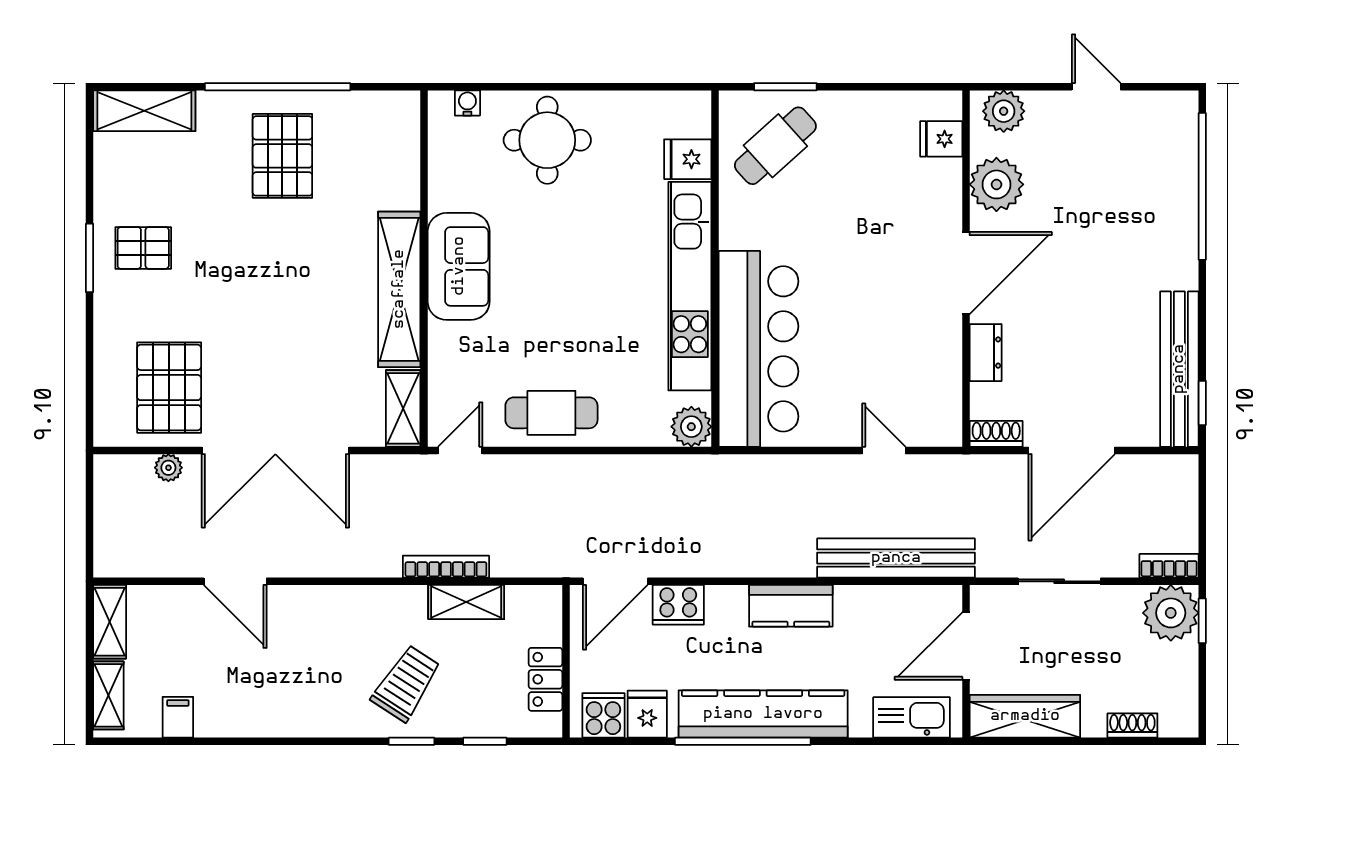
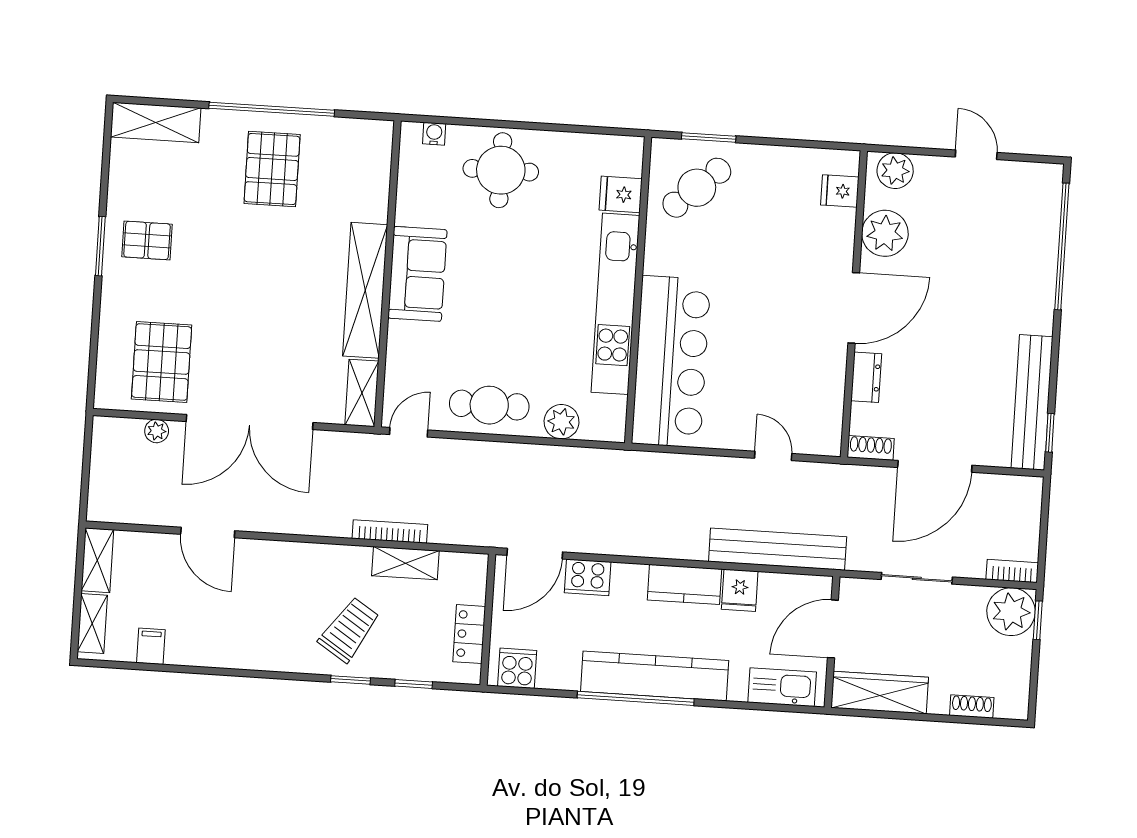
plant: (691, 427) -> (561, 422), moved
fridge: (647, 714) -> (740, 590), moved, turned 180

